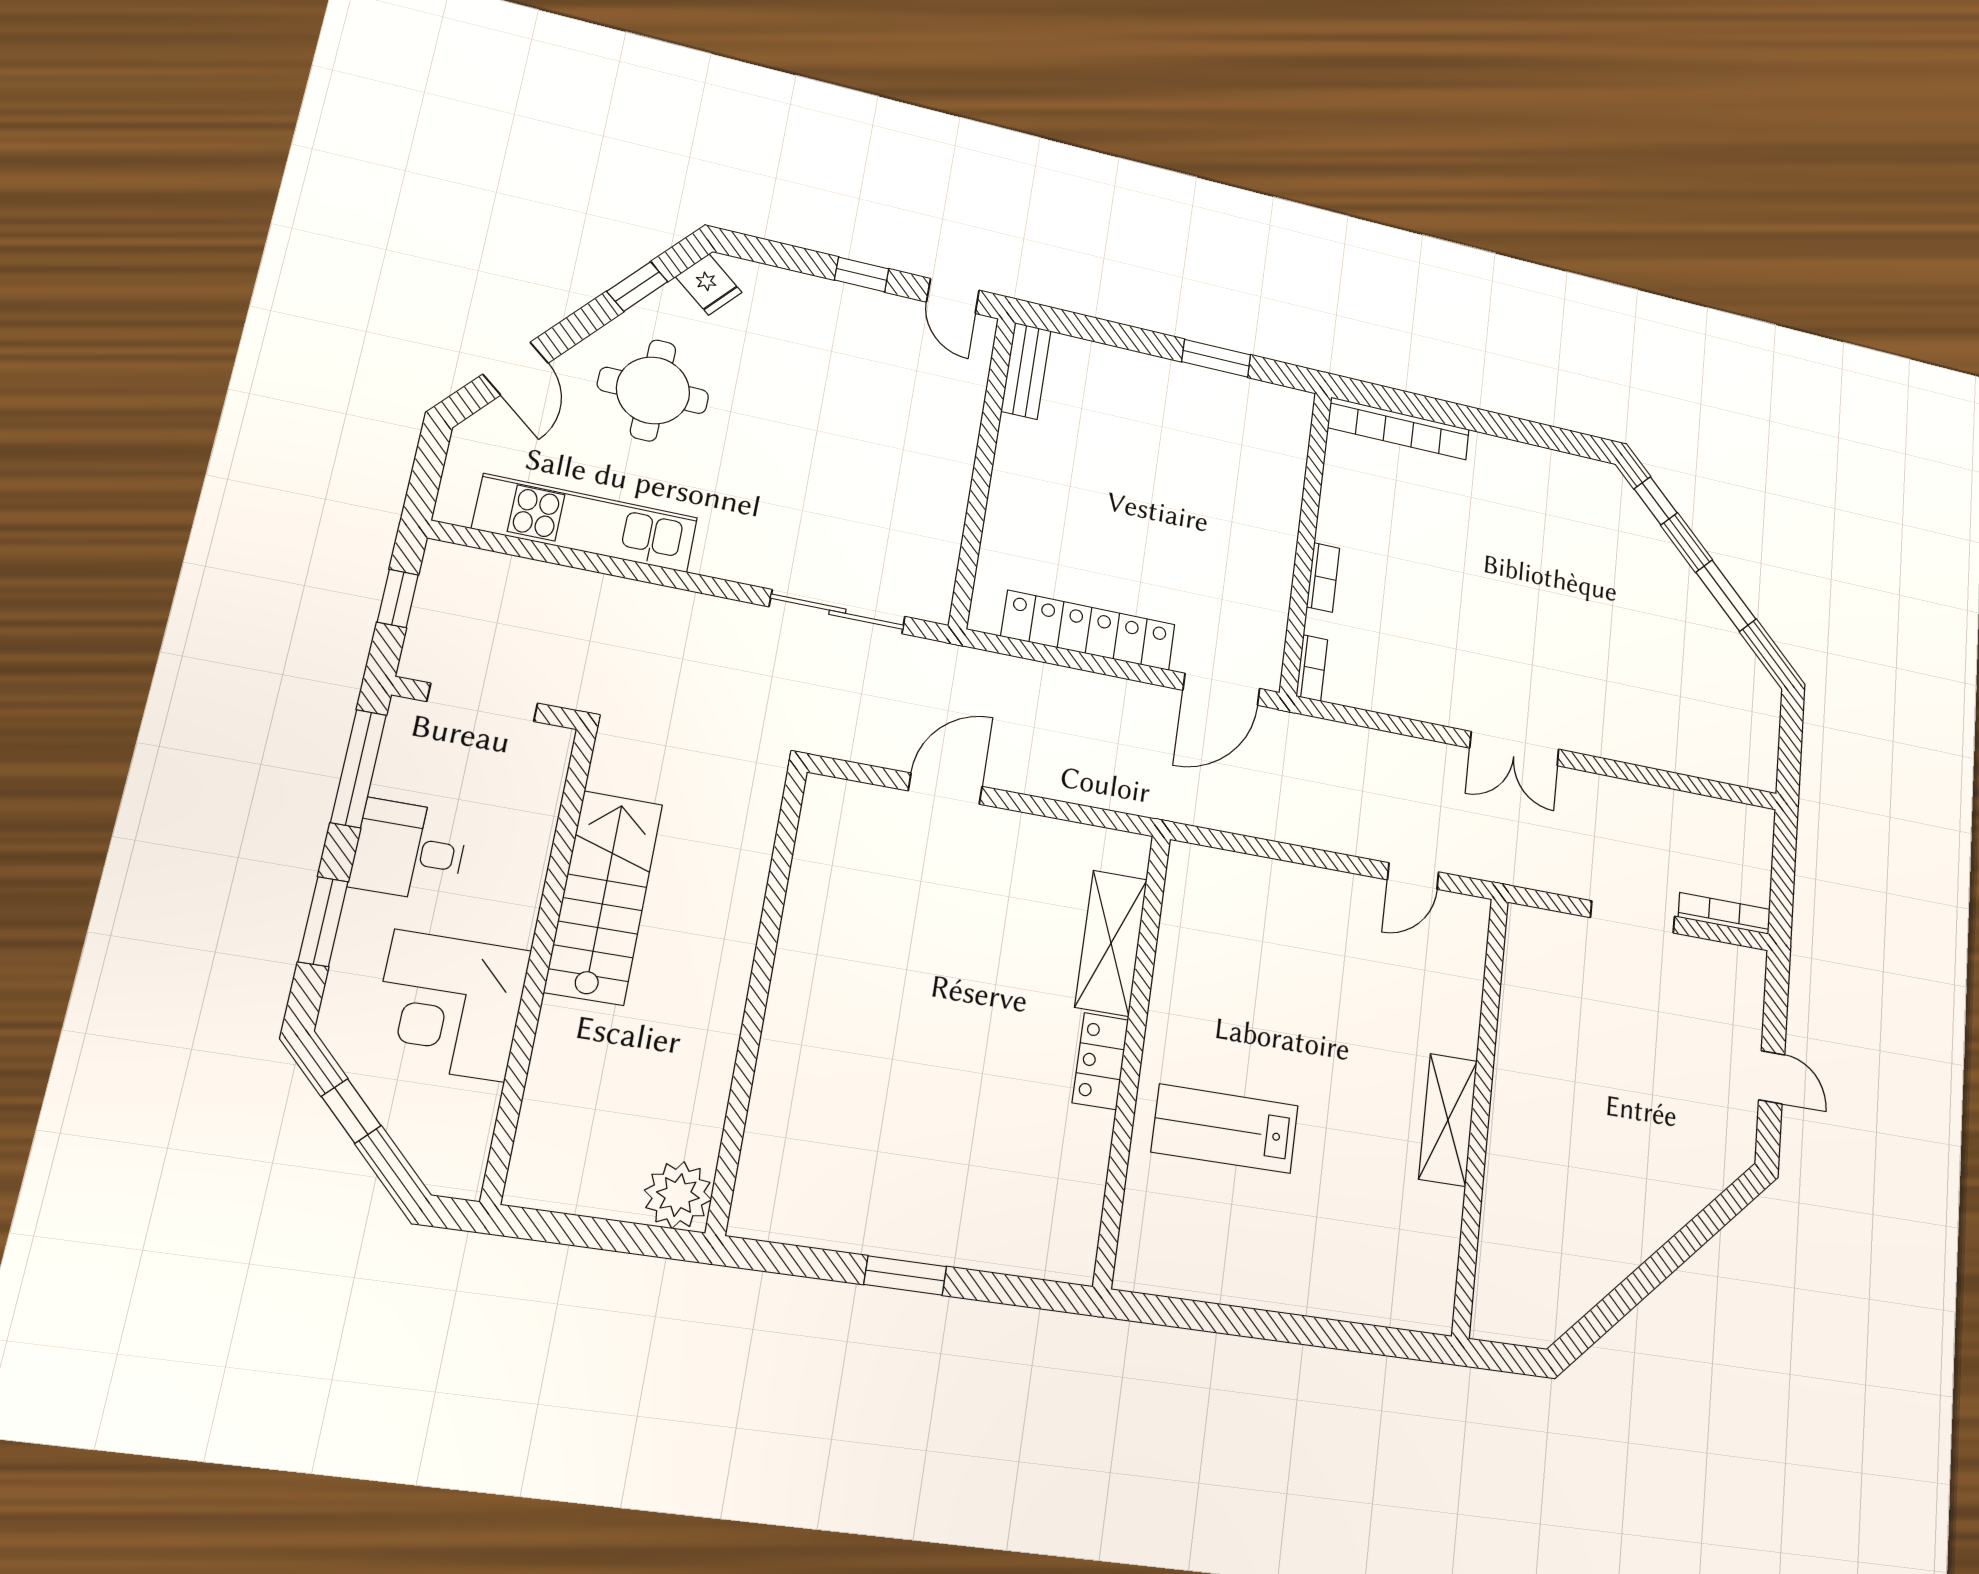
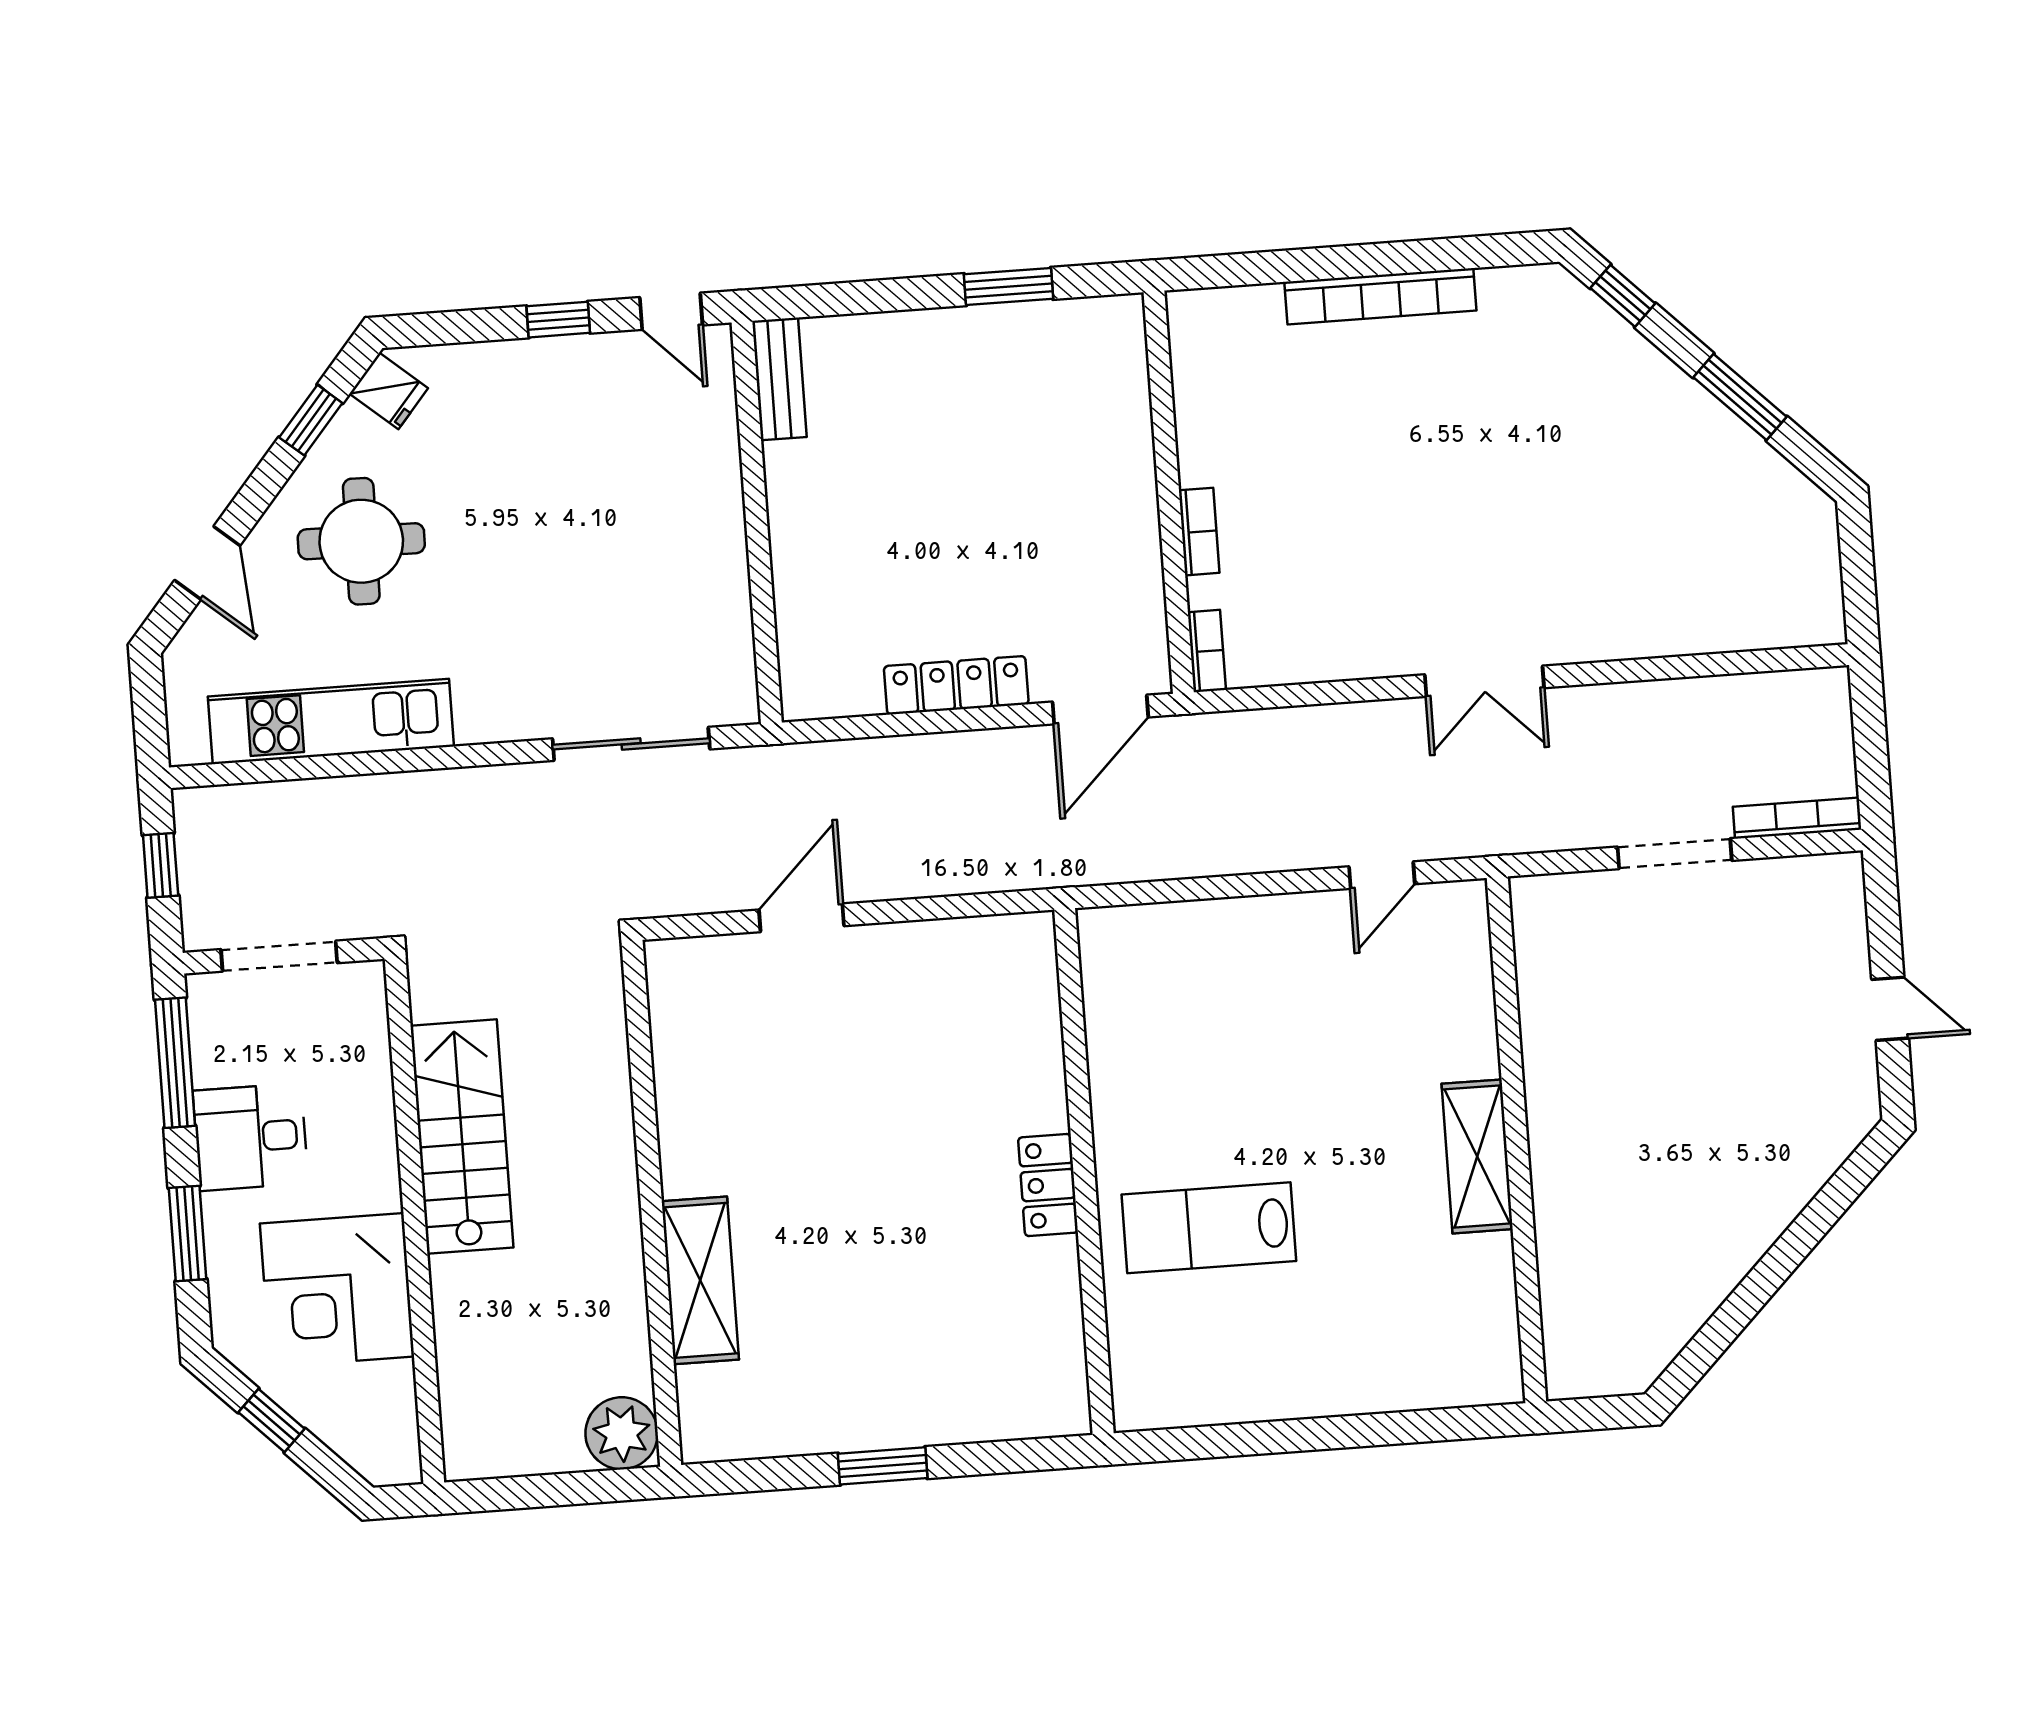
bookcase: (1399, 429) -> (1380, 296), moved
locker: (1089, 630) -> (956, 685), width x0.71, depth x0.83
shelving: (1111, 943) -> (700, 1280), moved

